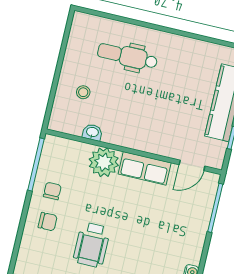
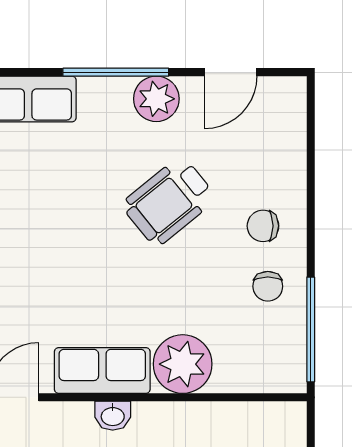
washbasin: (92, 132) -> (113, 416), moved
wheelchair: (92, 245) -> (169, 201), turned -129

